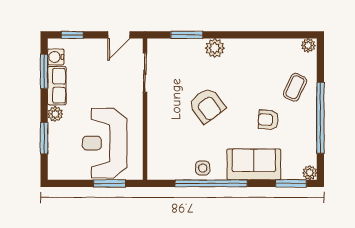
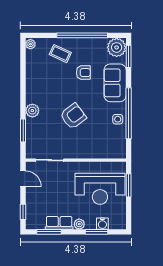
water cooler: (56, 57) -> (102, 224), moved
armchair: (268, 120) -> (83, 73), turned -94
plant: (310, 173) -> (117, 47), width x1.88, depth x1.88

